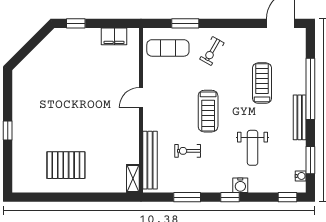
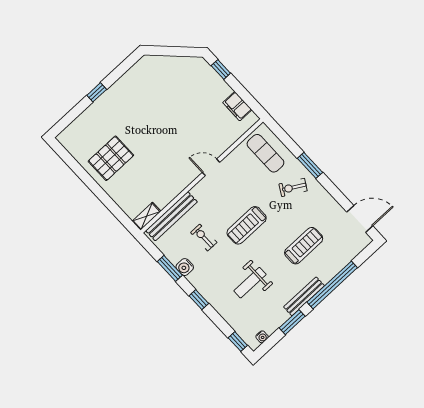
window: (185, 23) -> (310, 165), moved
window: (310, 160) -> (292, 322), moved
pallet: (66, 165) -> (111, 158), turned 90
water cooler: (240, 185) -> (185, 267), moved

